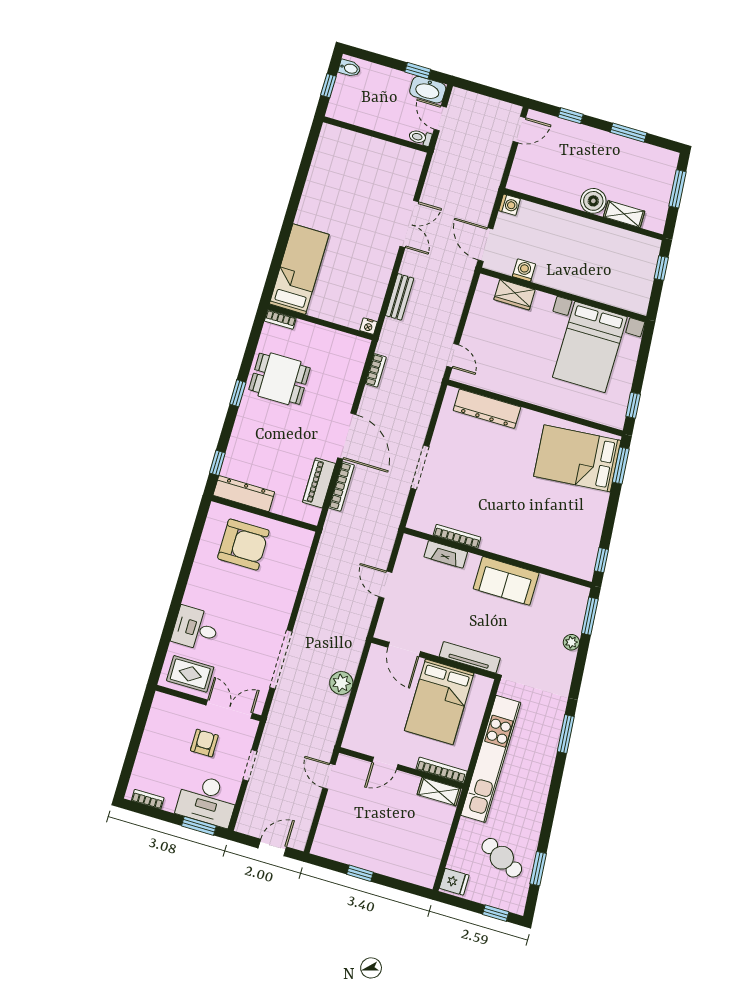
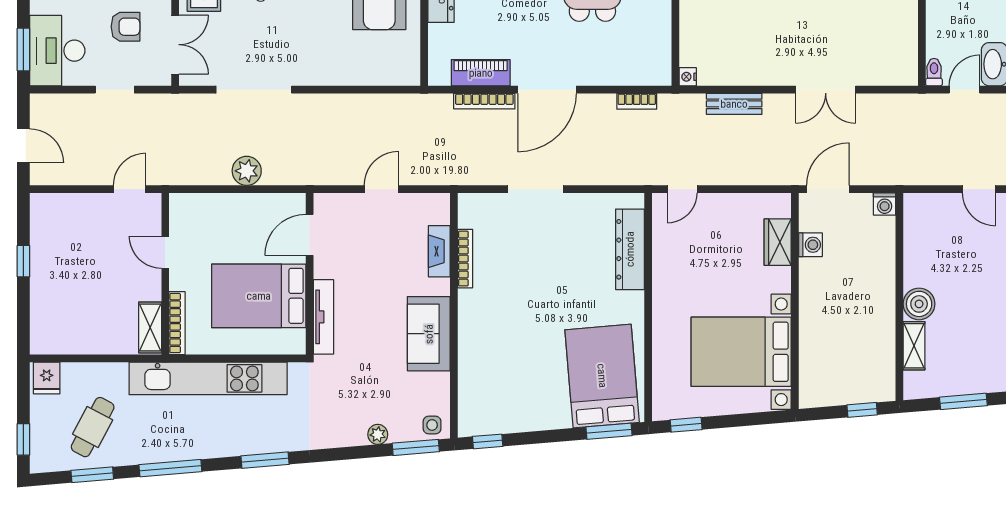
side table: (576, 599) -> (432, 425), added
window: (551, 808) -> (170, 468), added

